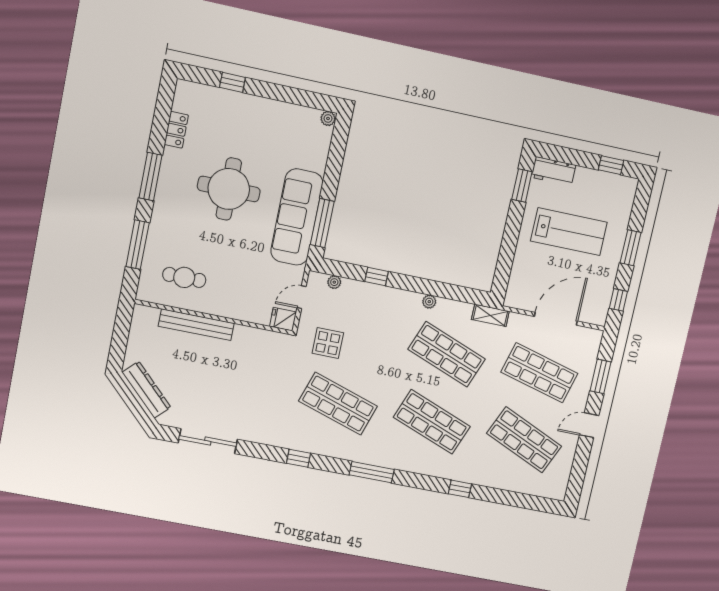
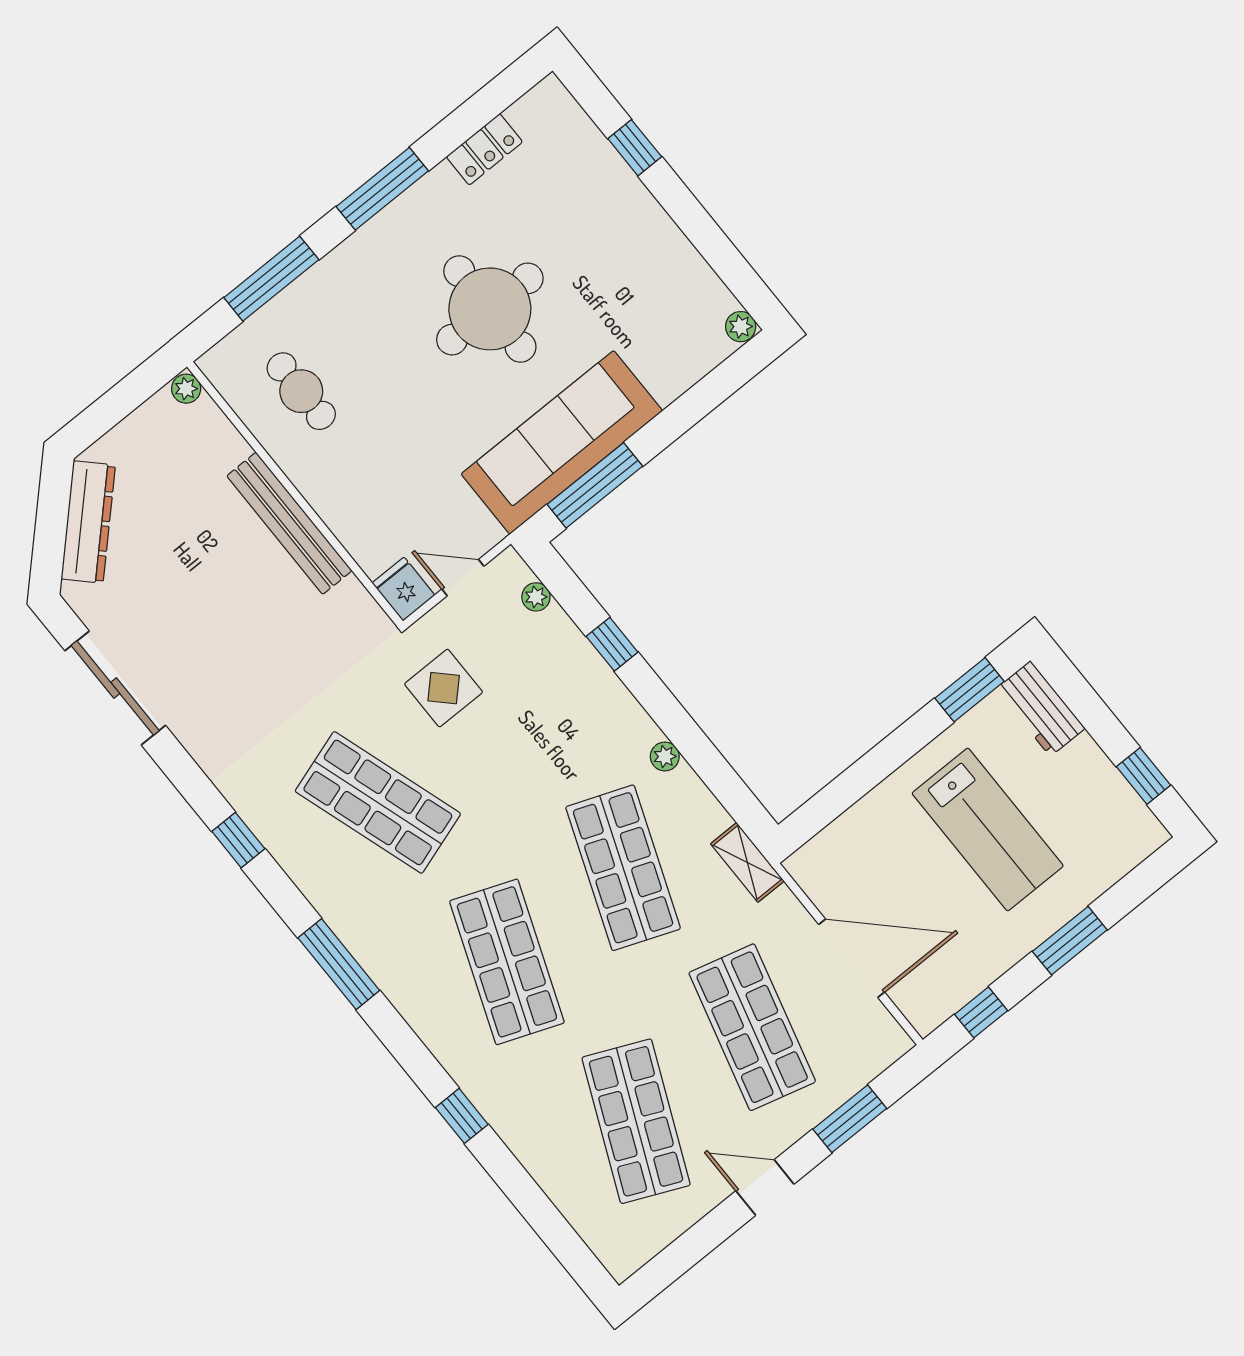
plant: (141, 312) -> (186, 389), added
bench: (196, 325) -> (289, 523), moved
shop shelf: (338, 404) -> (378, 802), turned -36

